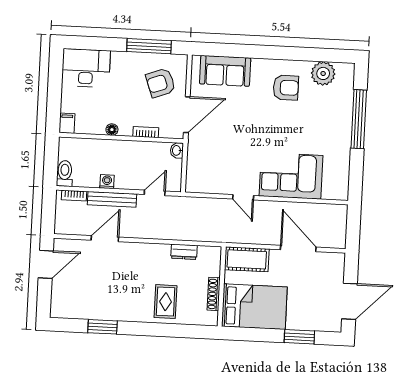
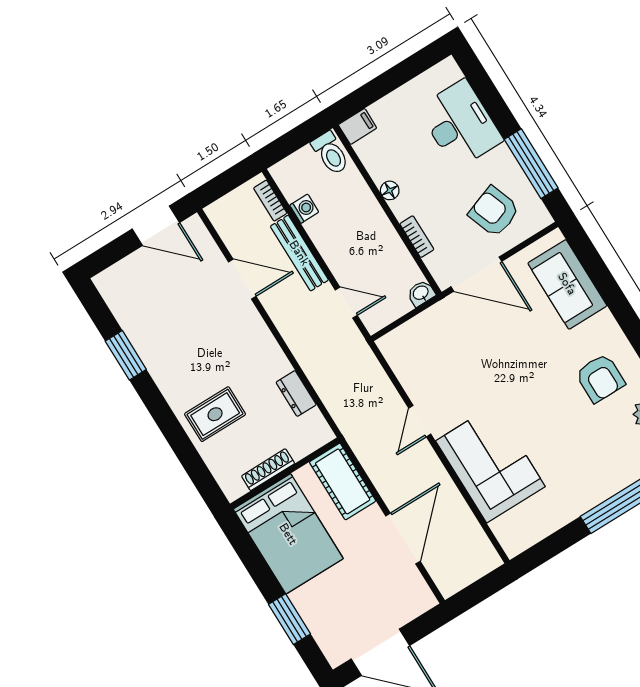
desk: (86, 68) -> (460, 124), moved
toilet: (65, 173) -> (331, 153), moved, turned 90
washing machine: (107, 182) -> (304, 209), moved

